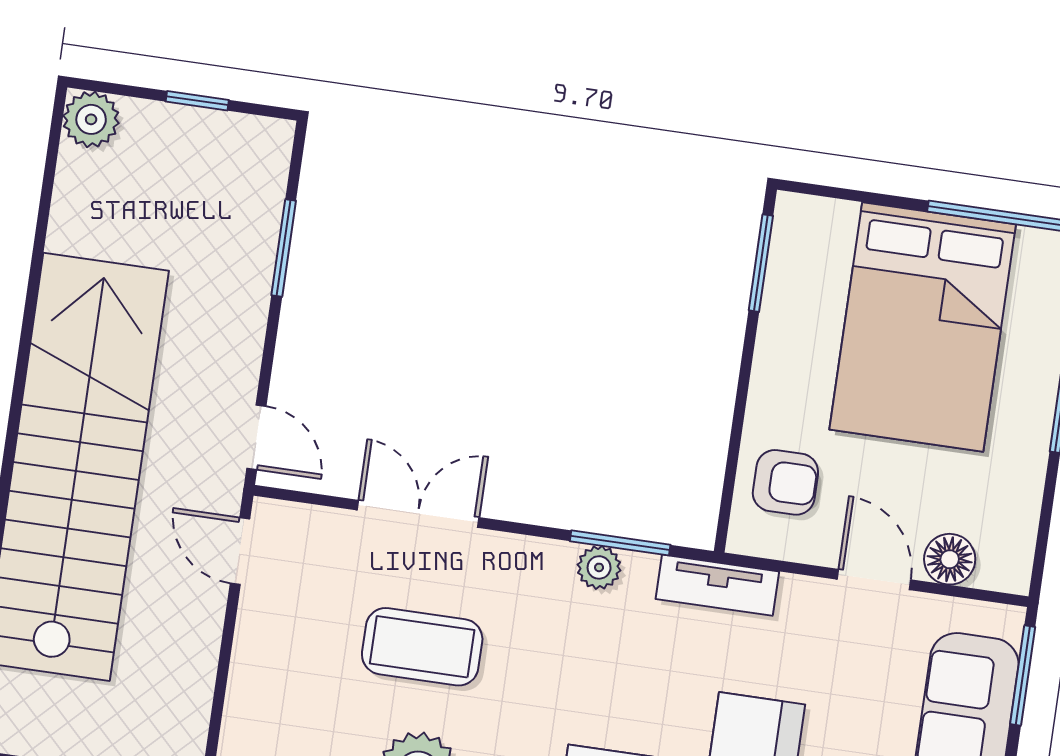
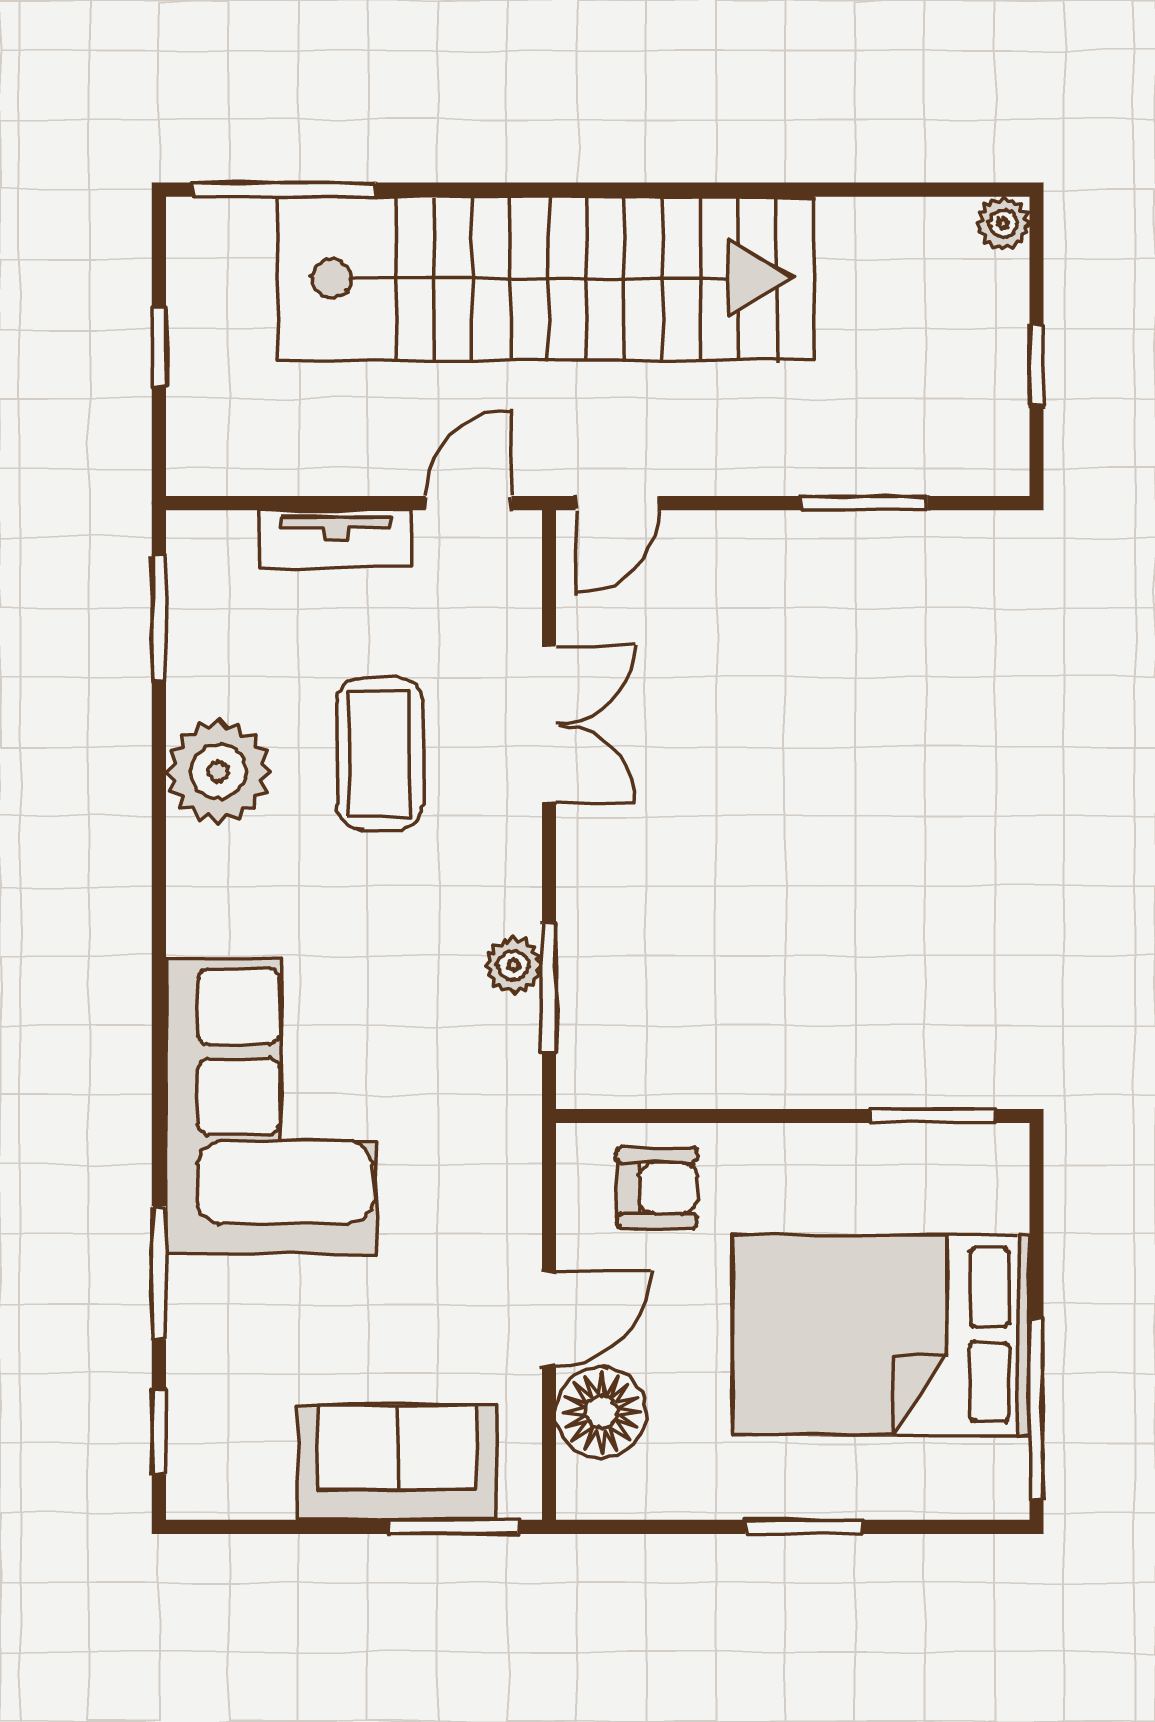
plant: (91, 119) -> (1003, 223), width x0.73, depth x0.73
armchair: (785, 482) -> (657, 1188), turned -90
floor lamp: (950, 559) -> (601, 1412), width x1.38, depth x1.38
tv unit: (717, 585) -> (336, 539), moved, turned -90

